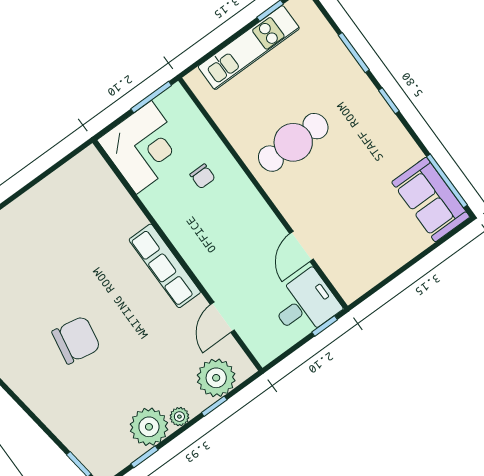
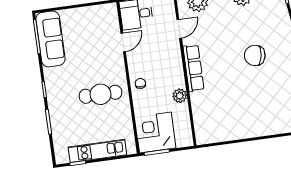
corner desk: (144, 147) -> (155, 133), moved
chair: (203, 176) -> (140, 83), moved
sofa: (431, 200) -> (50, 39), width x1.36
plant: (163, 209) -> (180, 96), added

